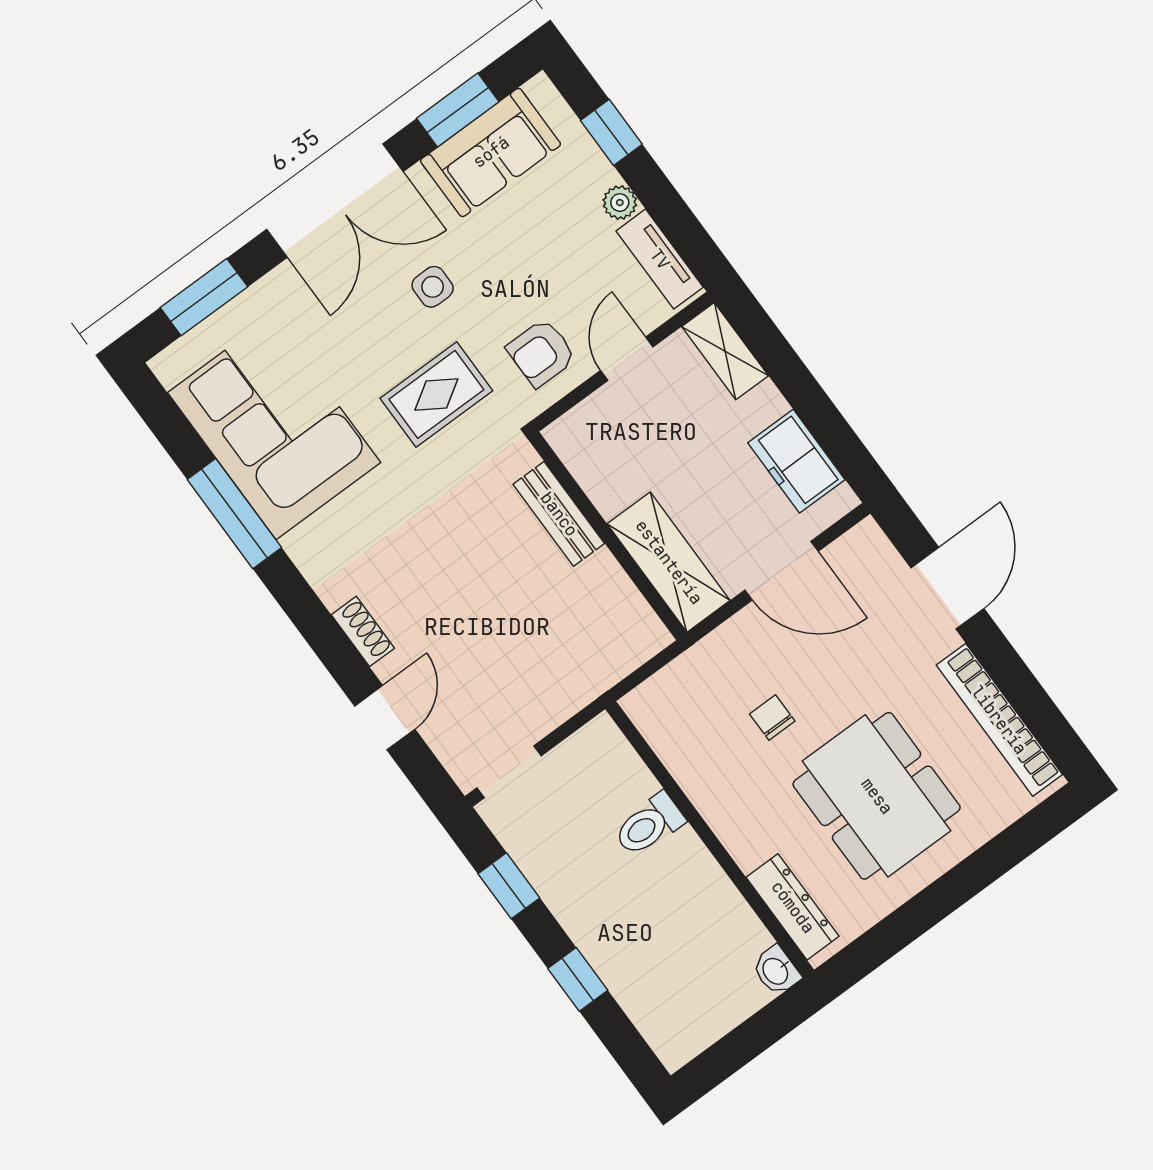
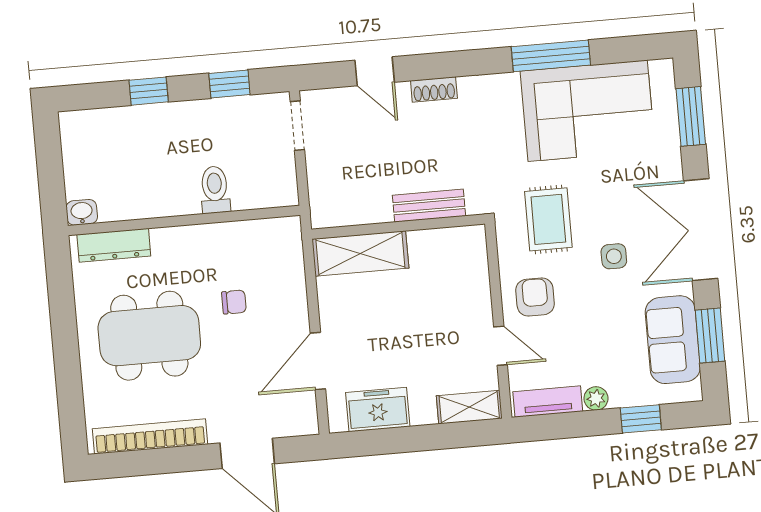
bench: (559, 514) -> (429, 206), moved
wall: (608, 536) -> (398, 227), moved
shelving: (669, 562) -> (360, 253), moved

